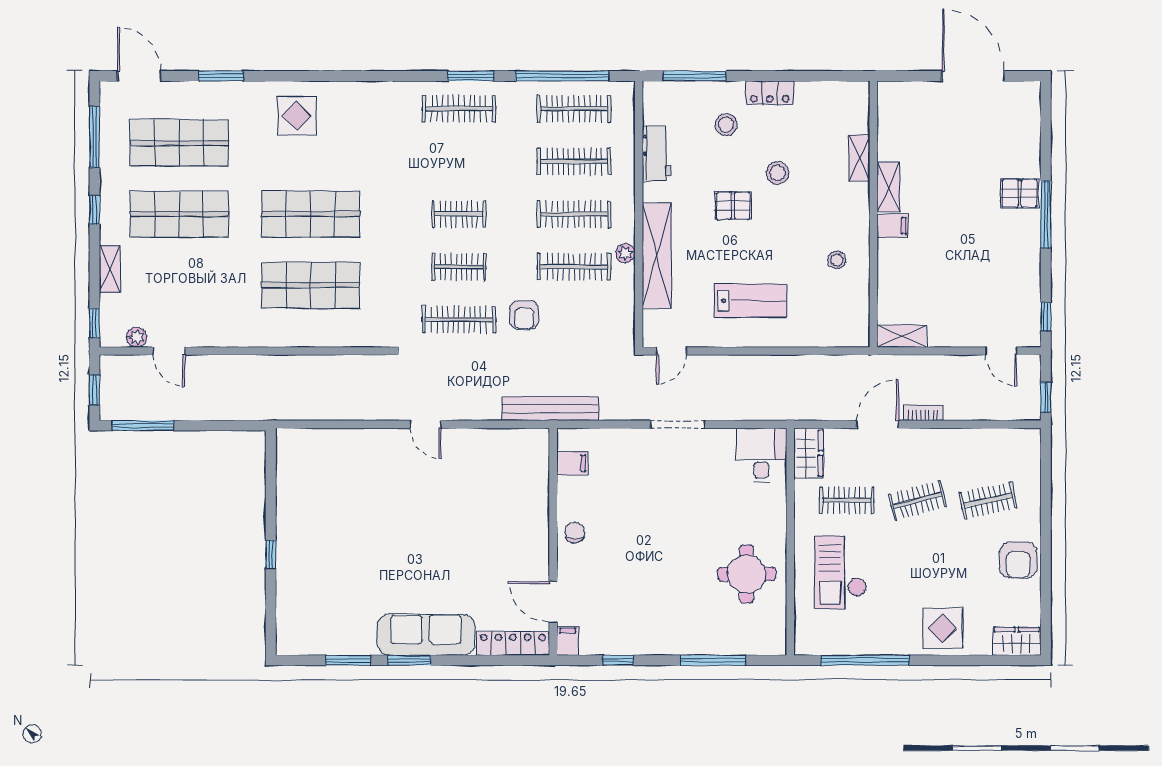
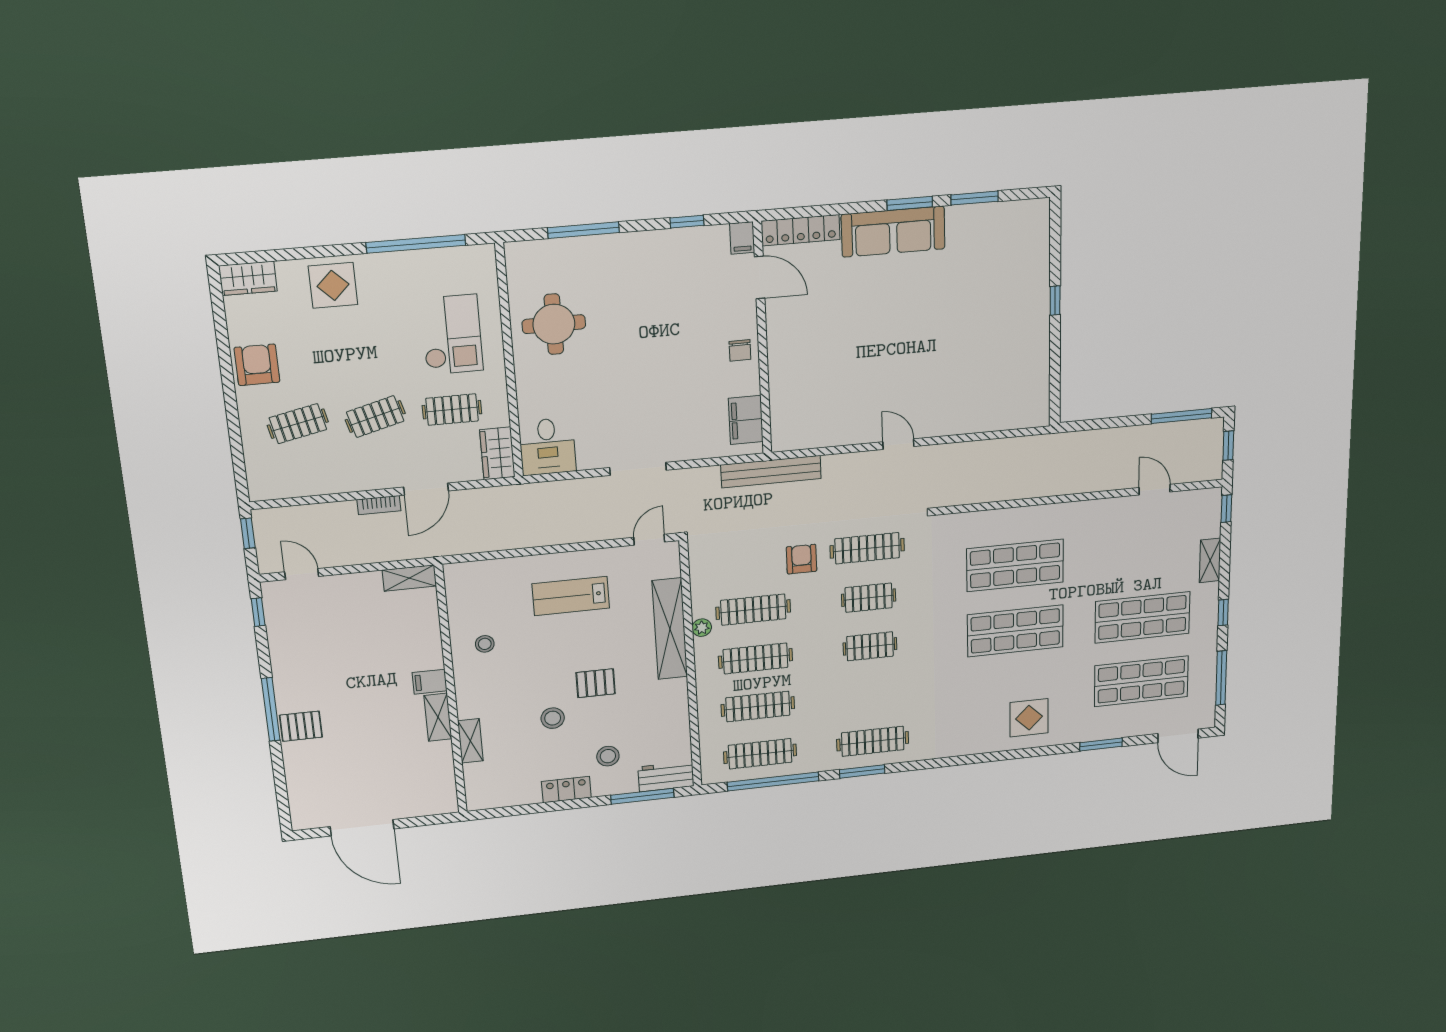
workbench: (657, 153) -> (666, 777), moved, turned 90
plant: (137, 337) -> (1186, 500), removed
filing cabinet: (572, 463) -> (746, 420), width x2.00

